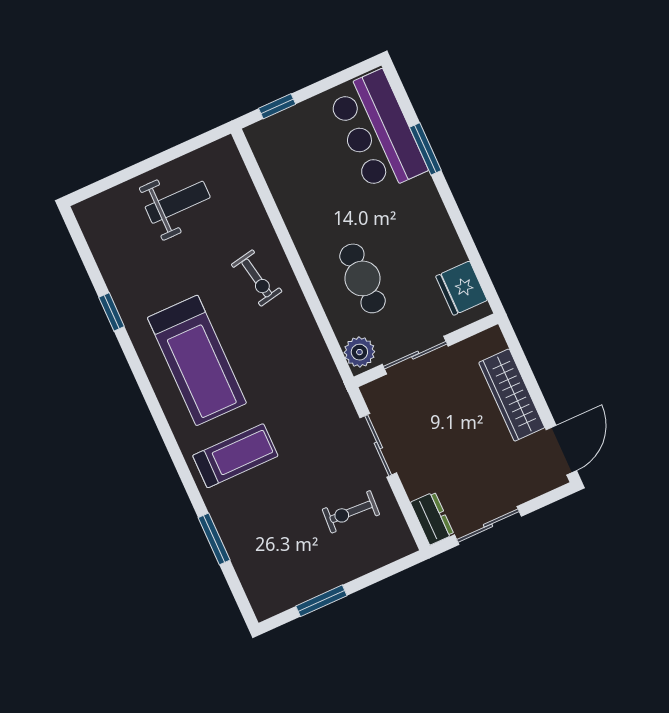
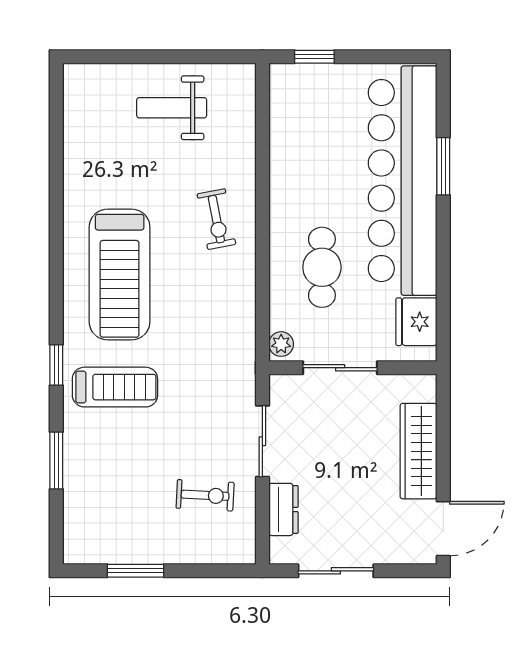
bar counter: (377, 132) -> (403, 181), width x1.86
weight bench: (178, 202) -> (172, 108), turned 180
window: (112, 312) -> (56, 365), moved
plant: (359, 352) -> (281, 344), width x0.73, depth x0.73
exercise bike: (351, 512) -> (205, 495), turned 180
dresser: (432, 518) -> (283, 509), moved

